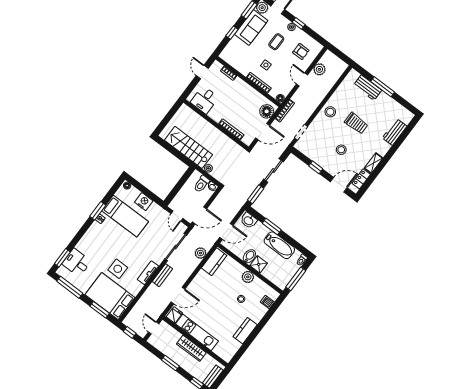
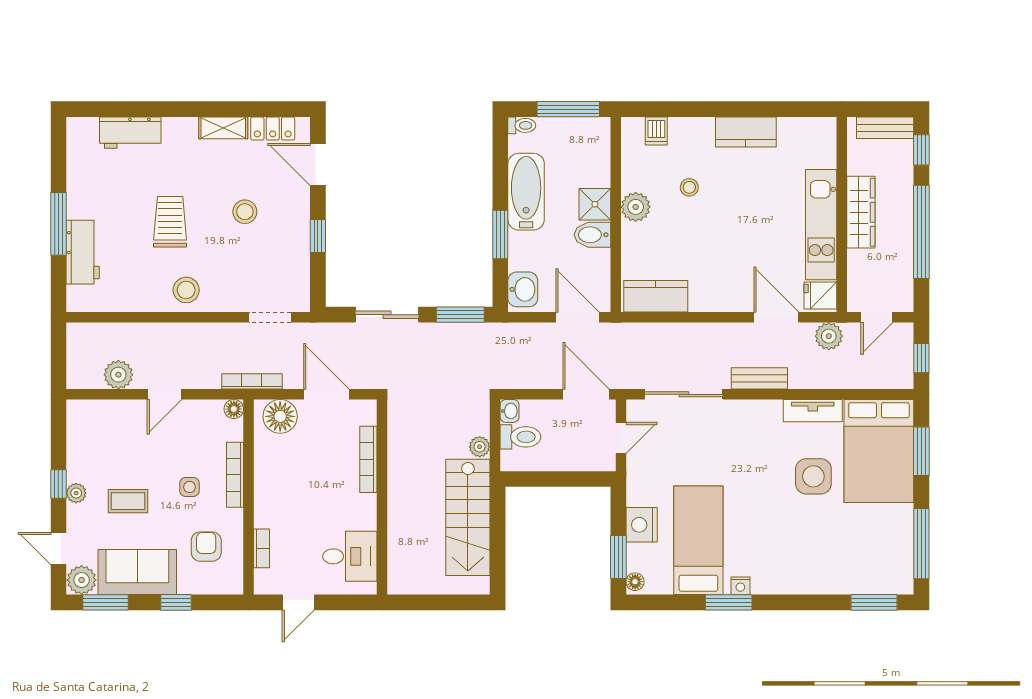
armchair: (301, 51) -> (206, 547), moved
window: (139, 186) -> (618, 557), added
plant: (200, 253) -> (829, 336), moved
desk: (77, 262) -> (862, 567), removed
tv unit: (148, 273) -> (813, 411), moved
window: (170, 363) -> (921, 232), width x2.11

